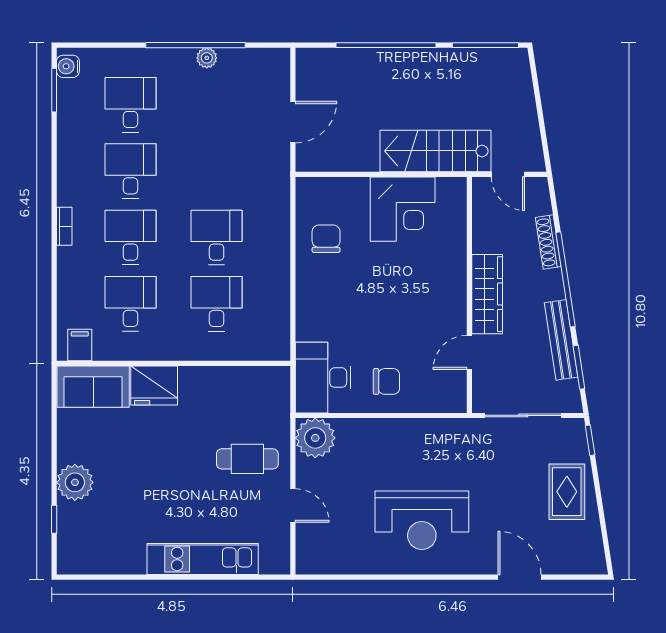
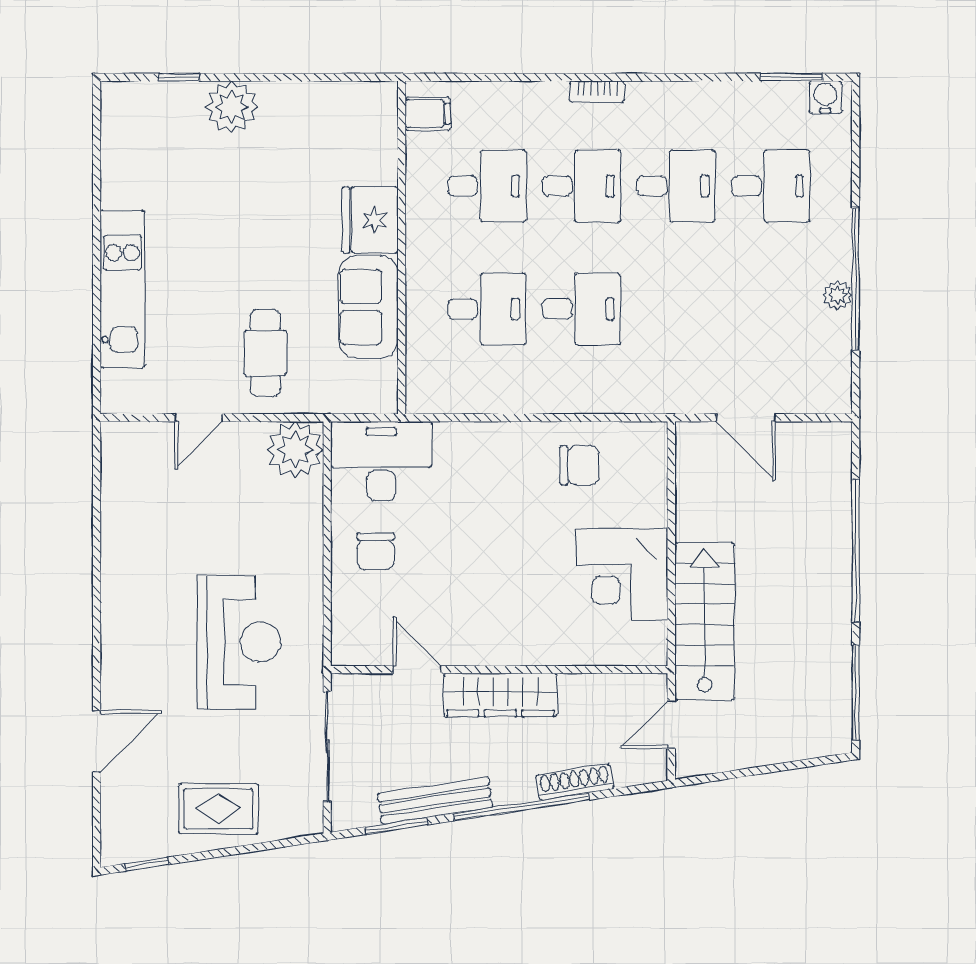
sofa: (93, 387) -> (368, 307), moved
window: (590, 440) -> (147, 864), moved
reception desk: (422, 520) -> (239, 642), moved, turned 180

